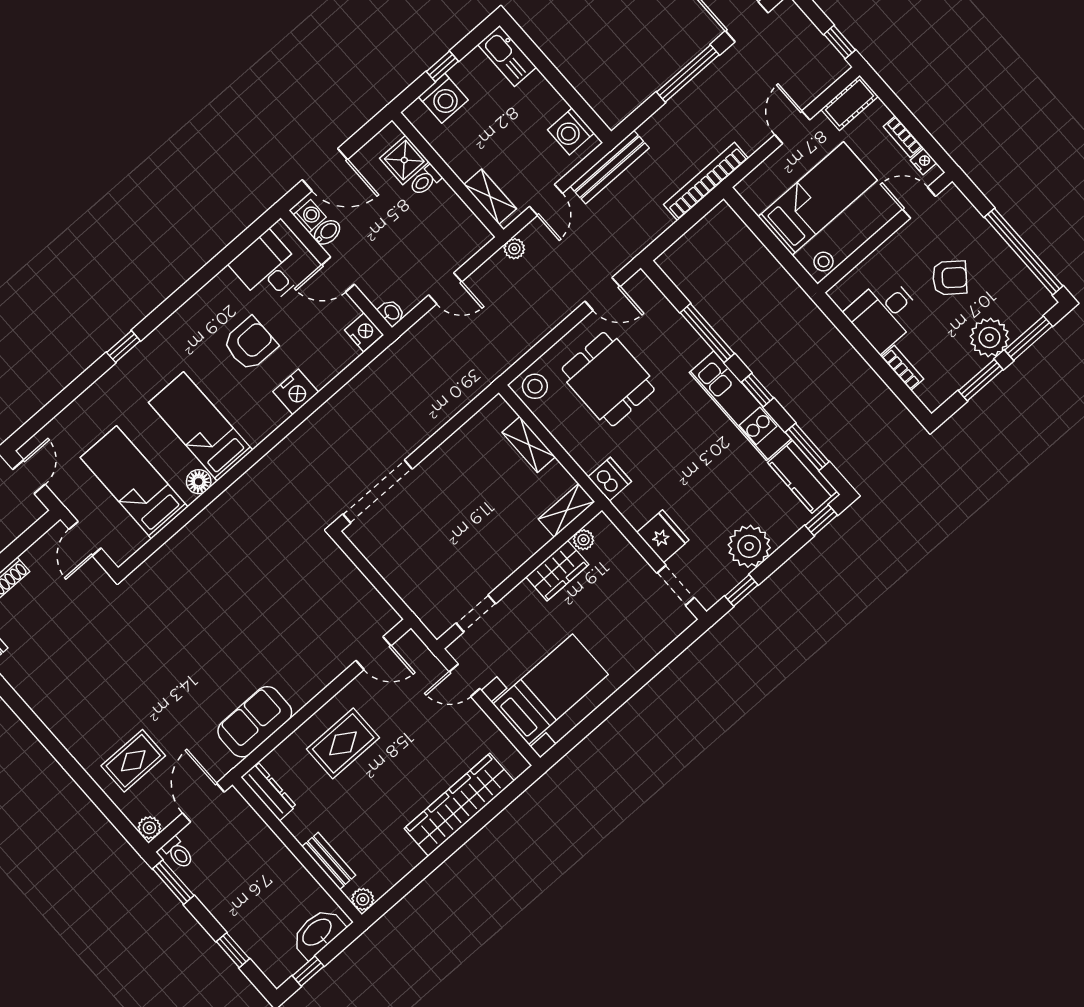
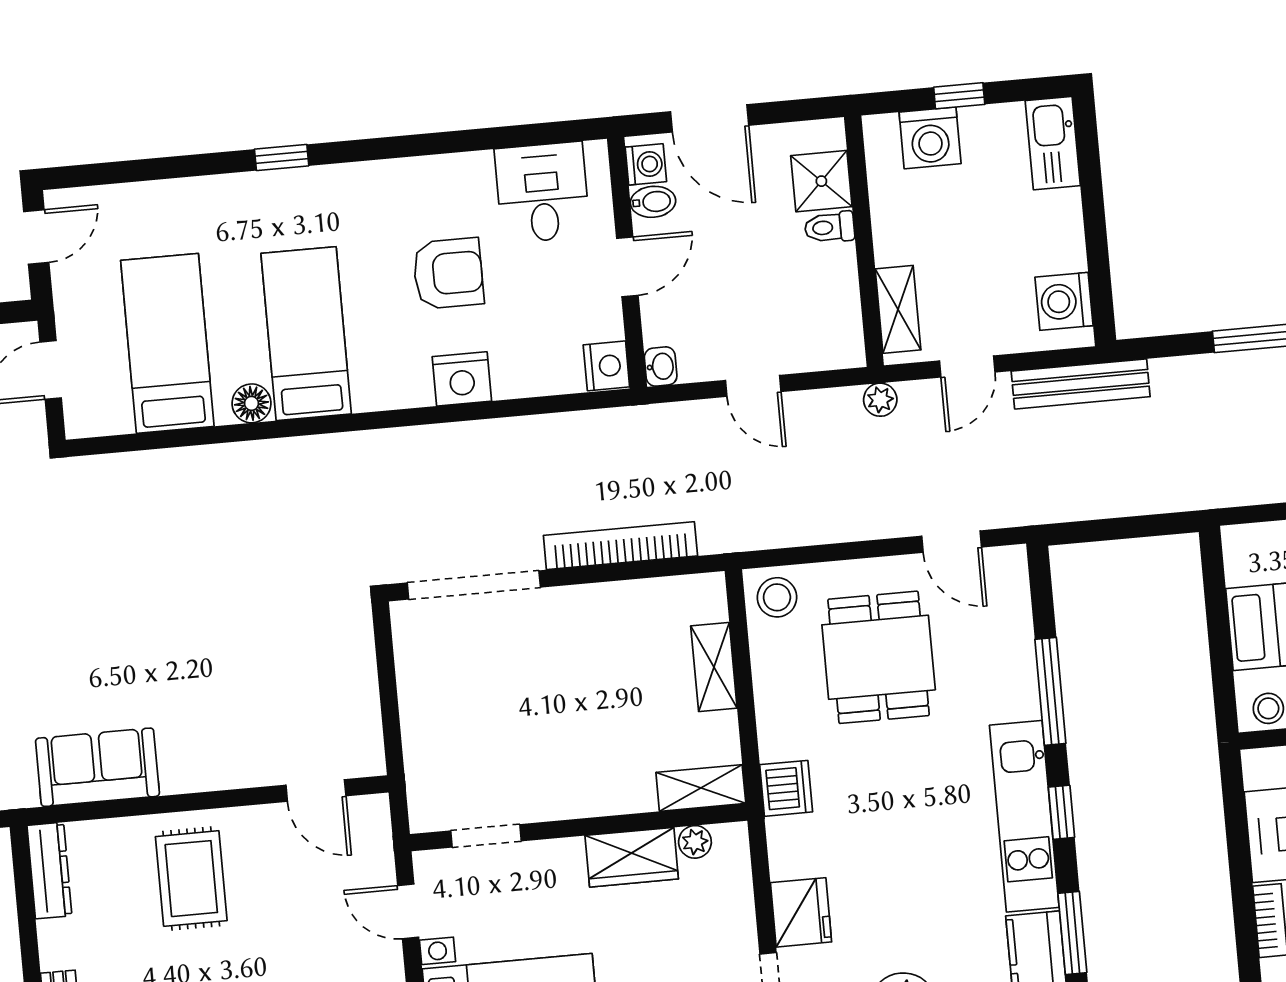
bookcase: (706, 181) -> (620, 546), moved
door: (338, 275) -> (627, 267), swing flipped
rug: (343, 743) -> (191, 879), turned 90

